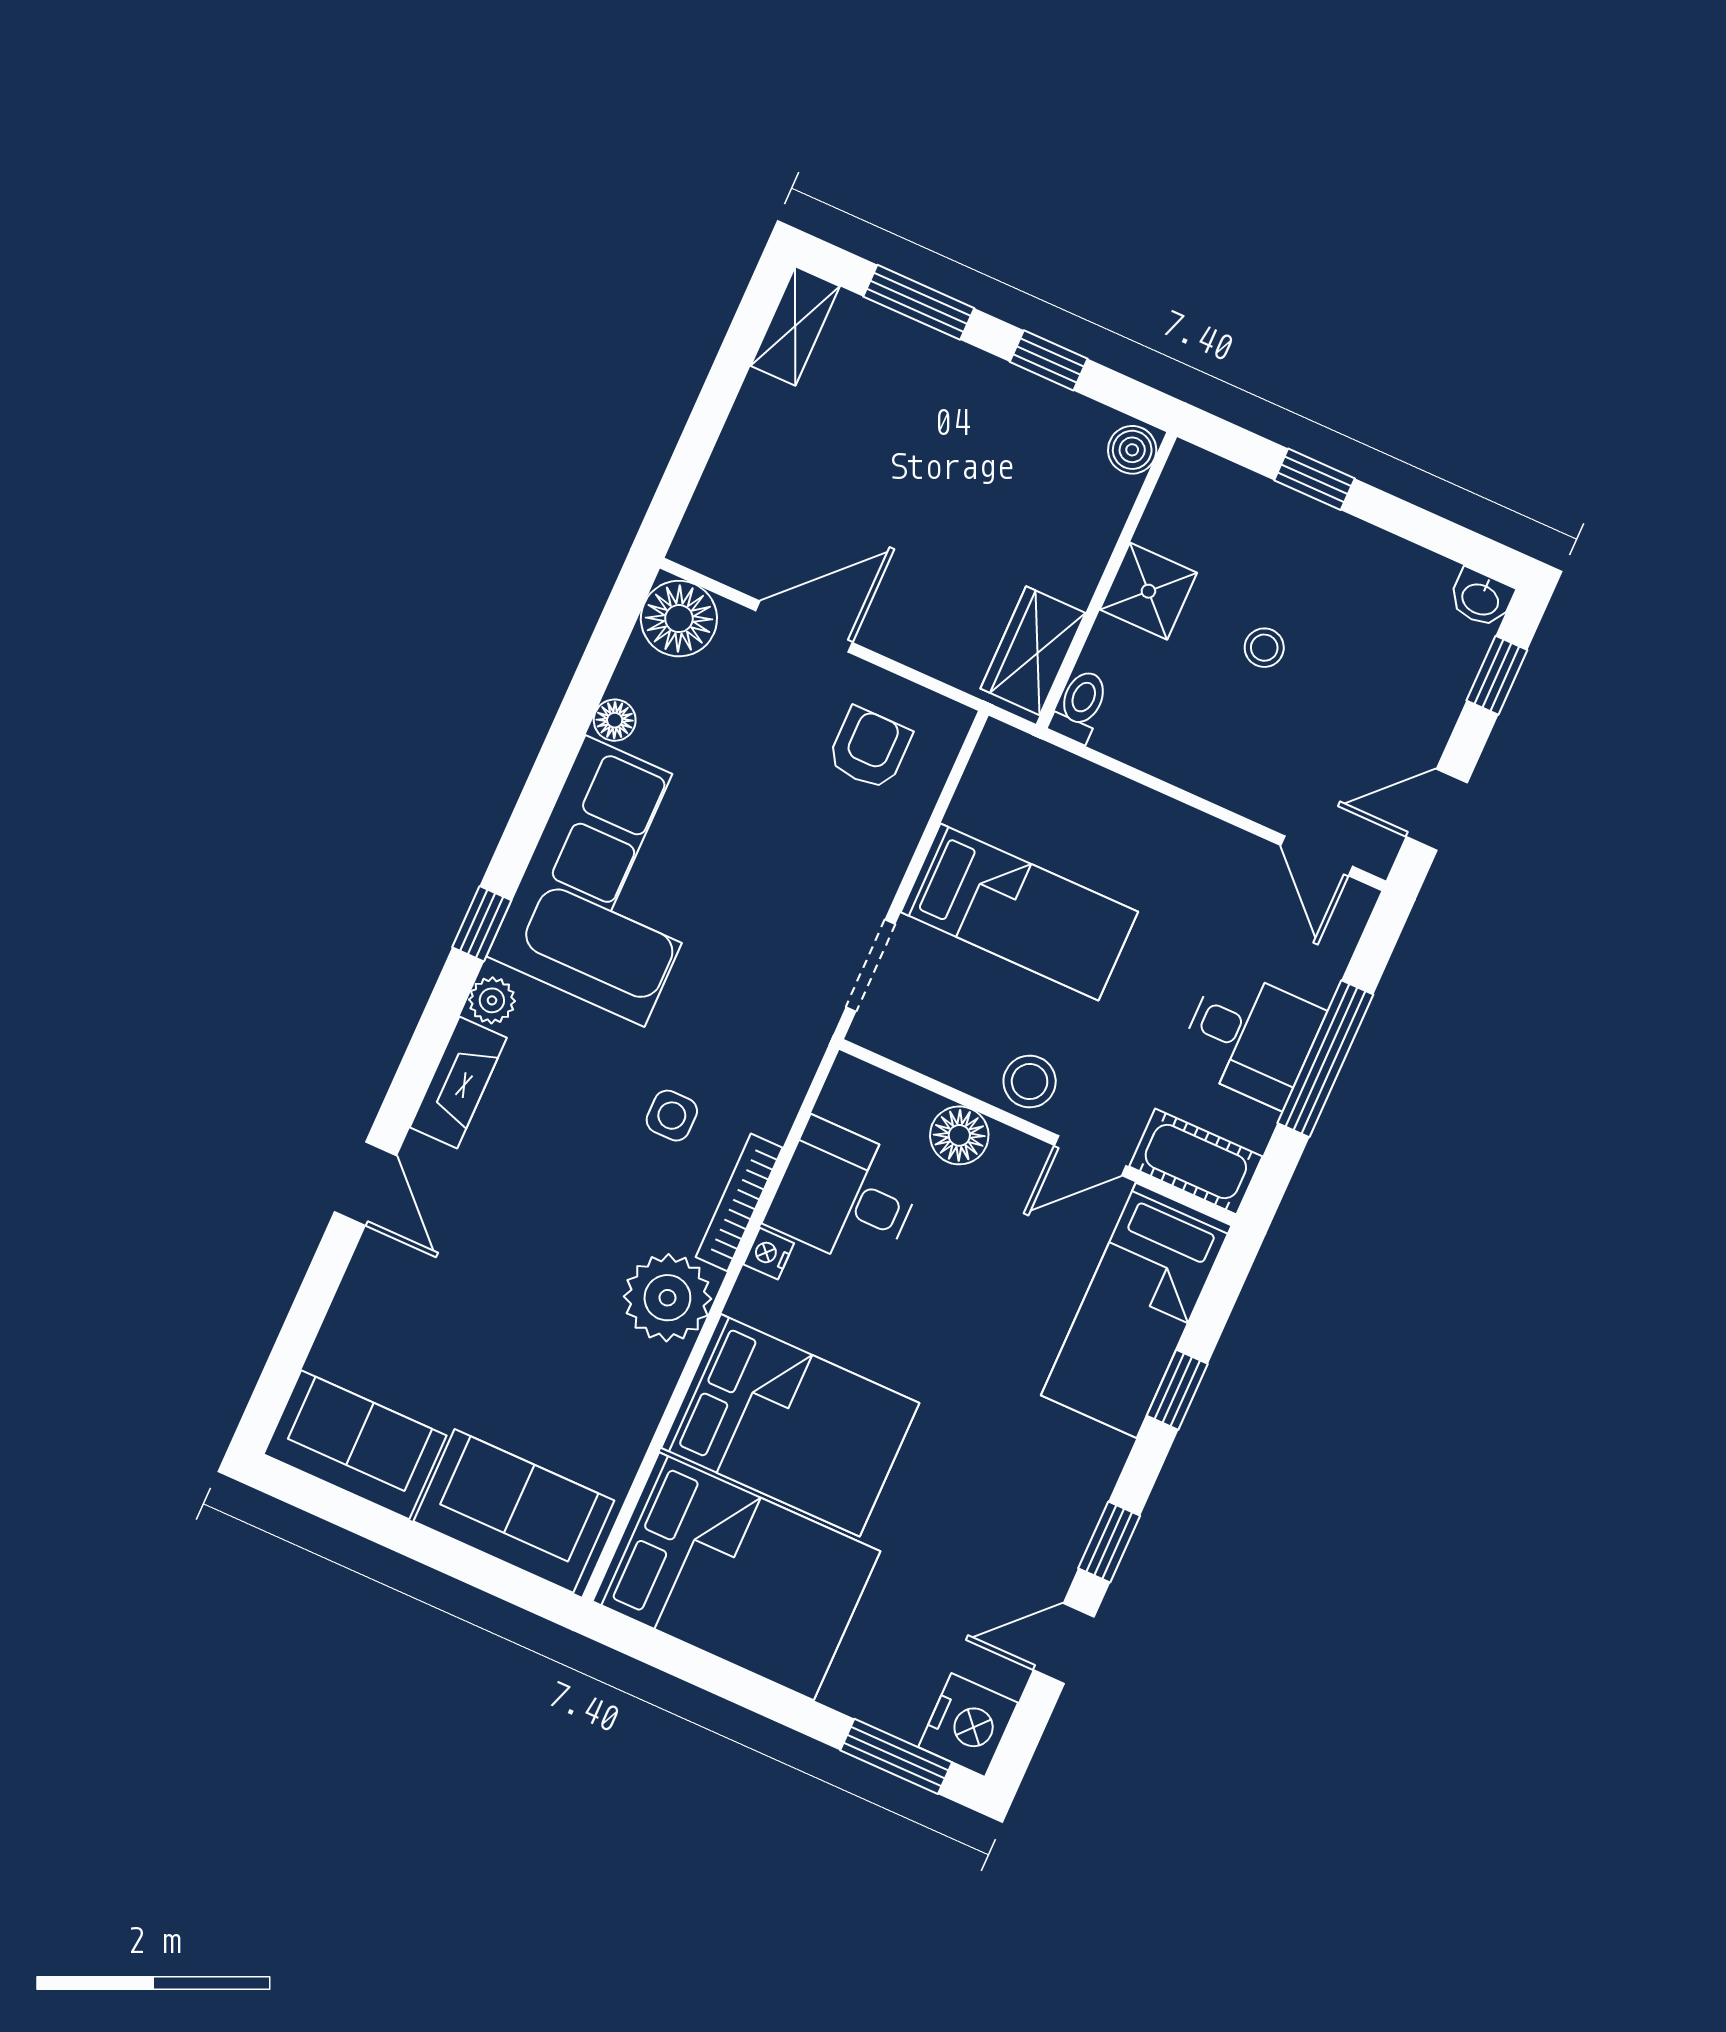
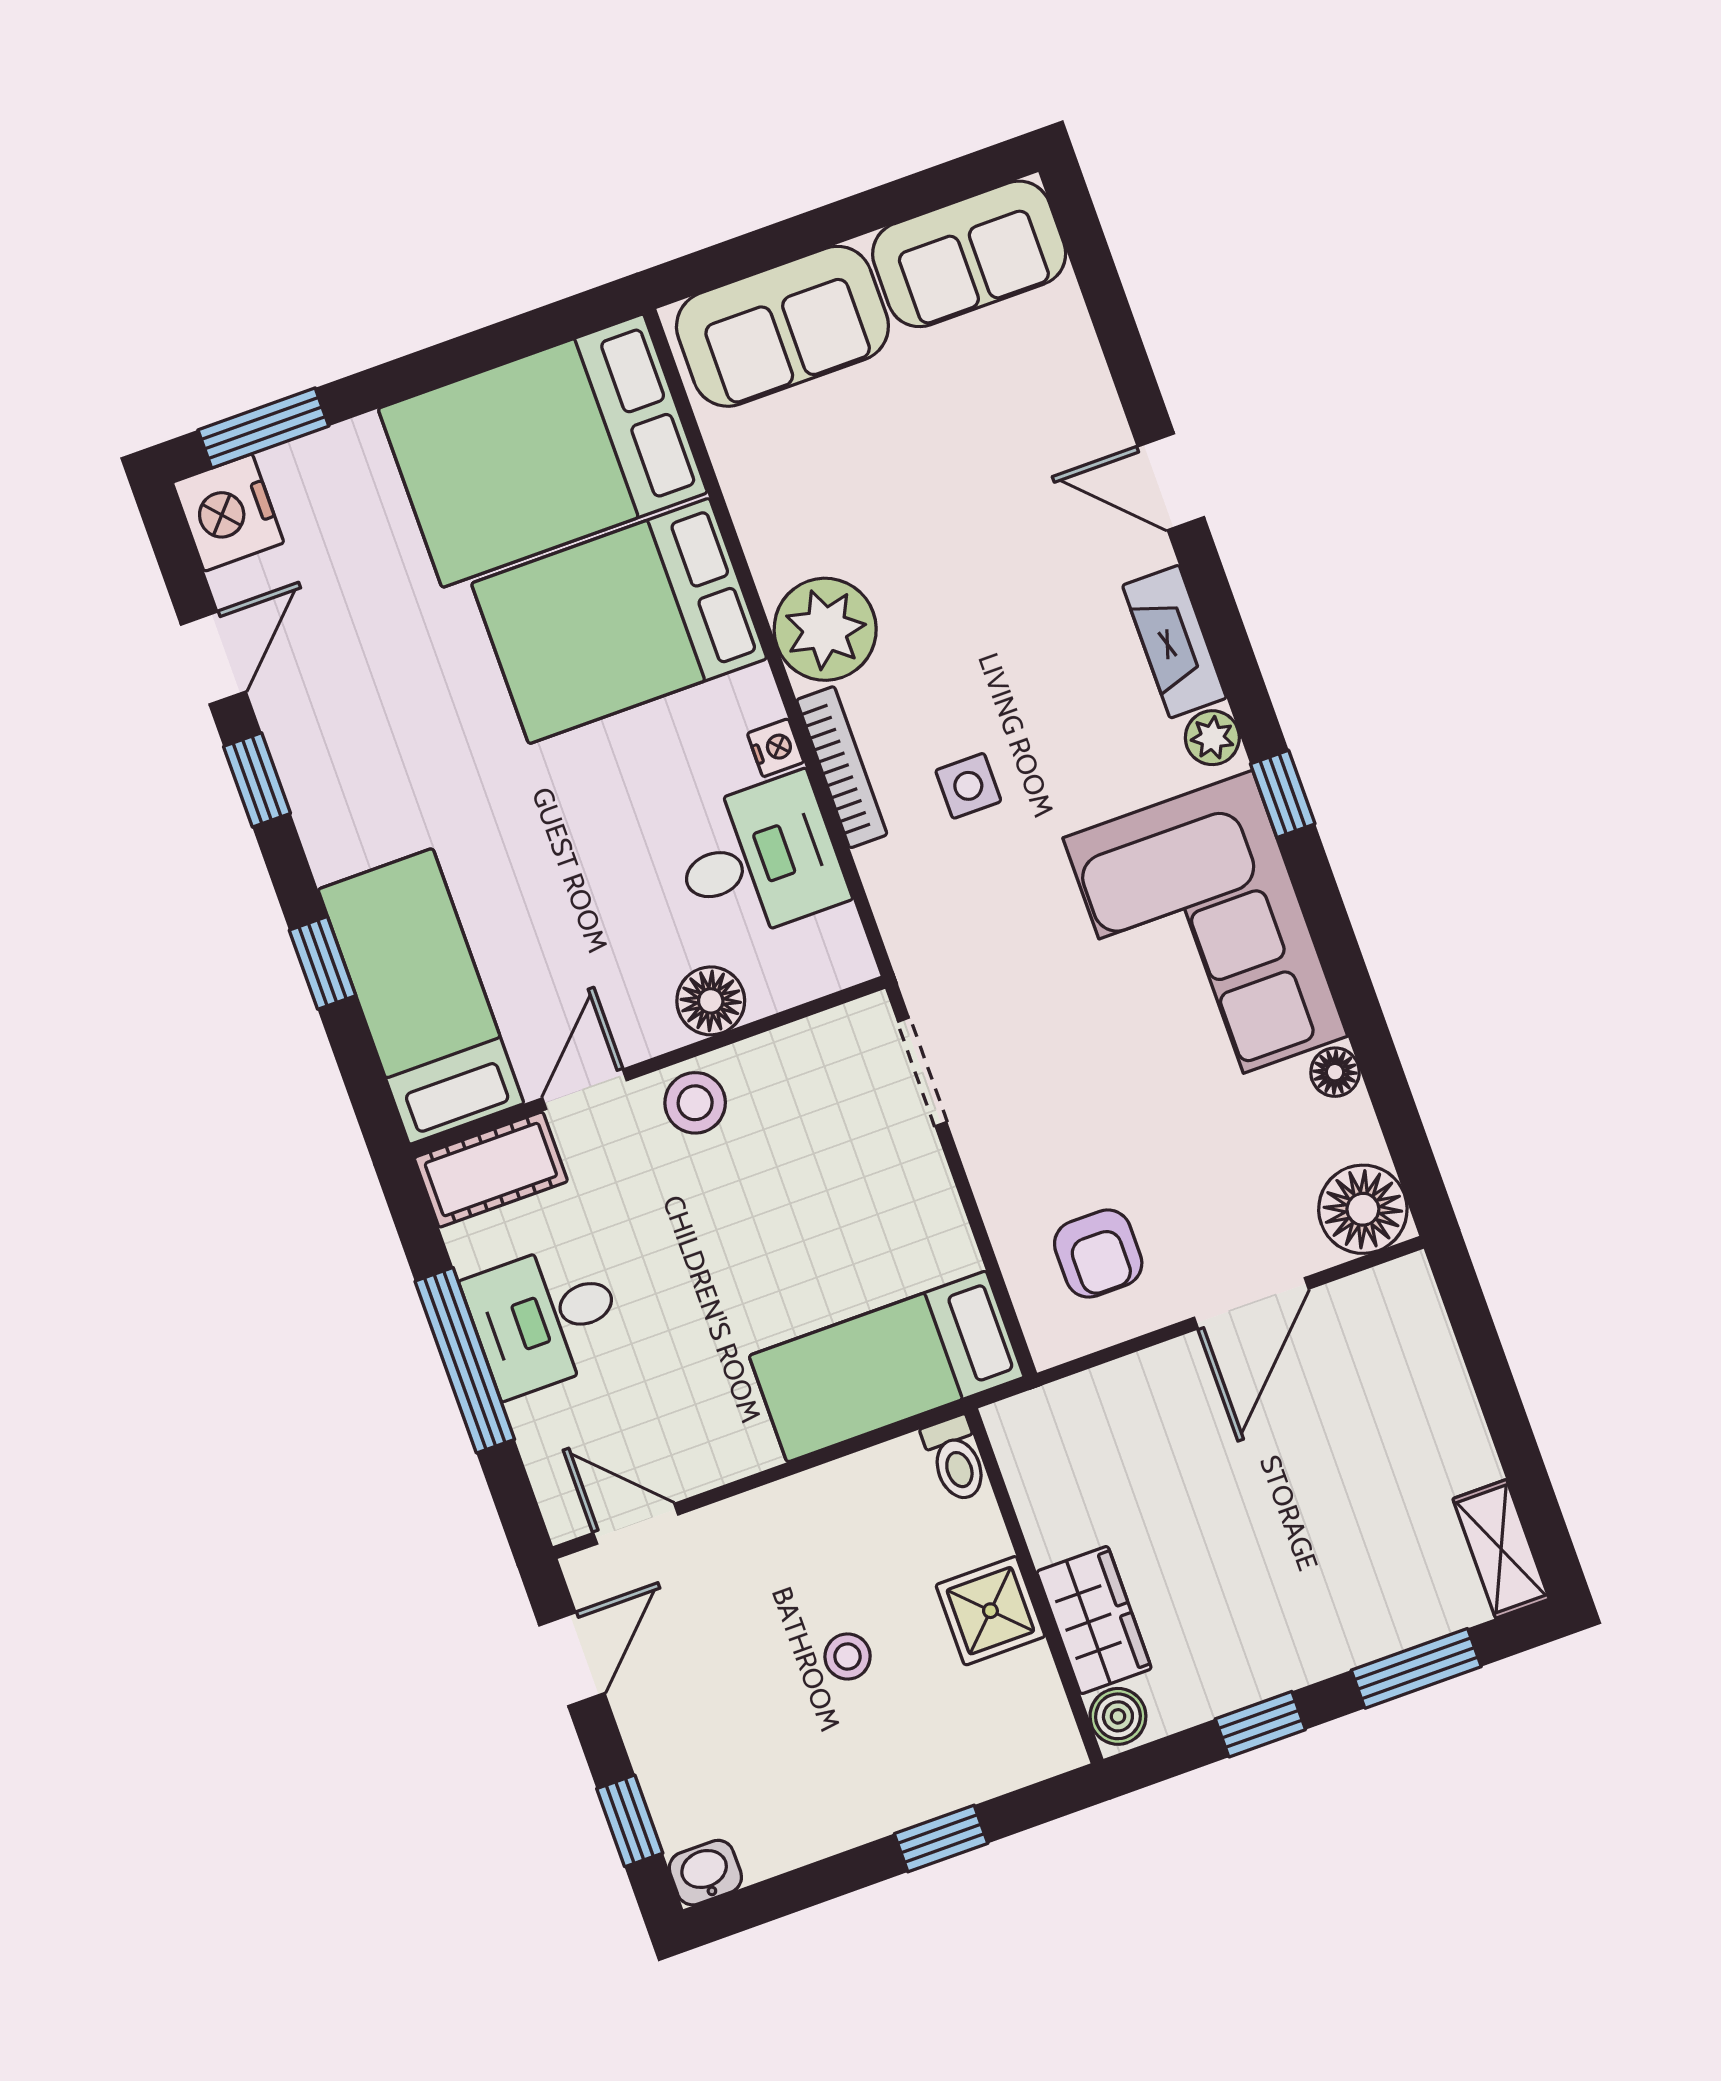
wardrobe: (1033, 651) -> (1094, 1620), moved
bed: (1019, 912) -> (887, 1366), moved

